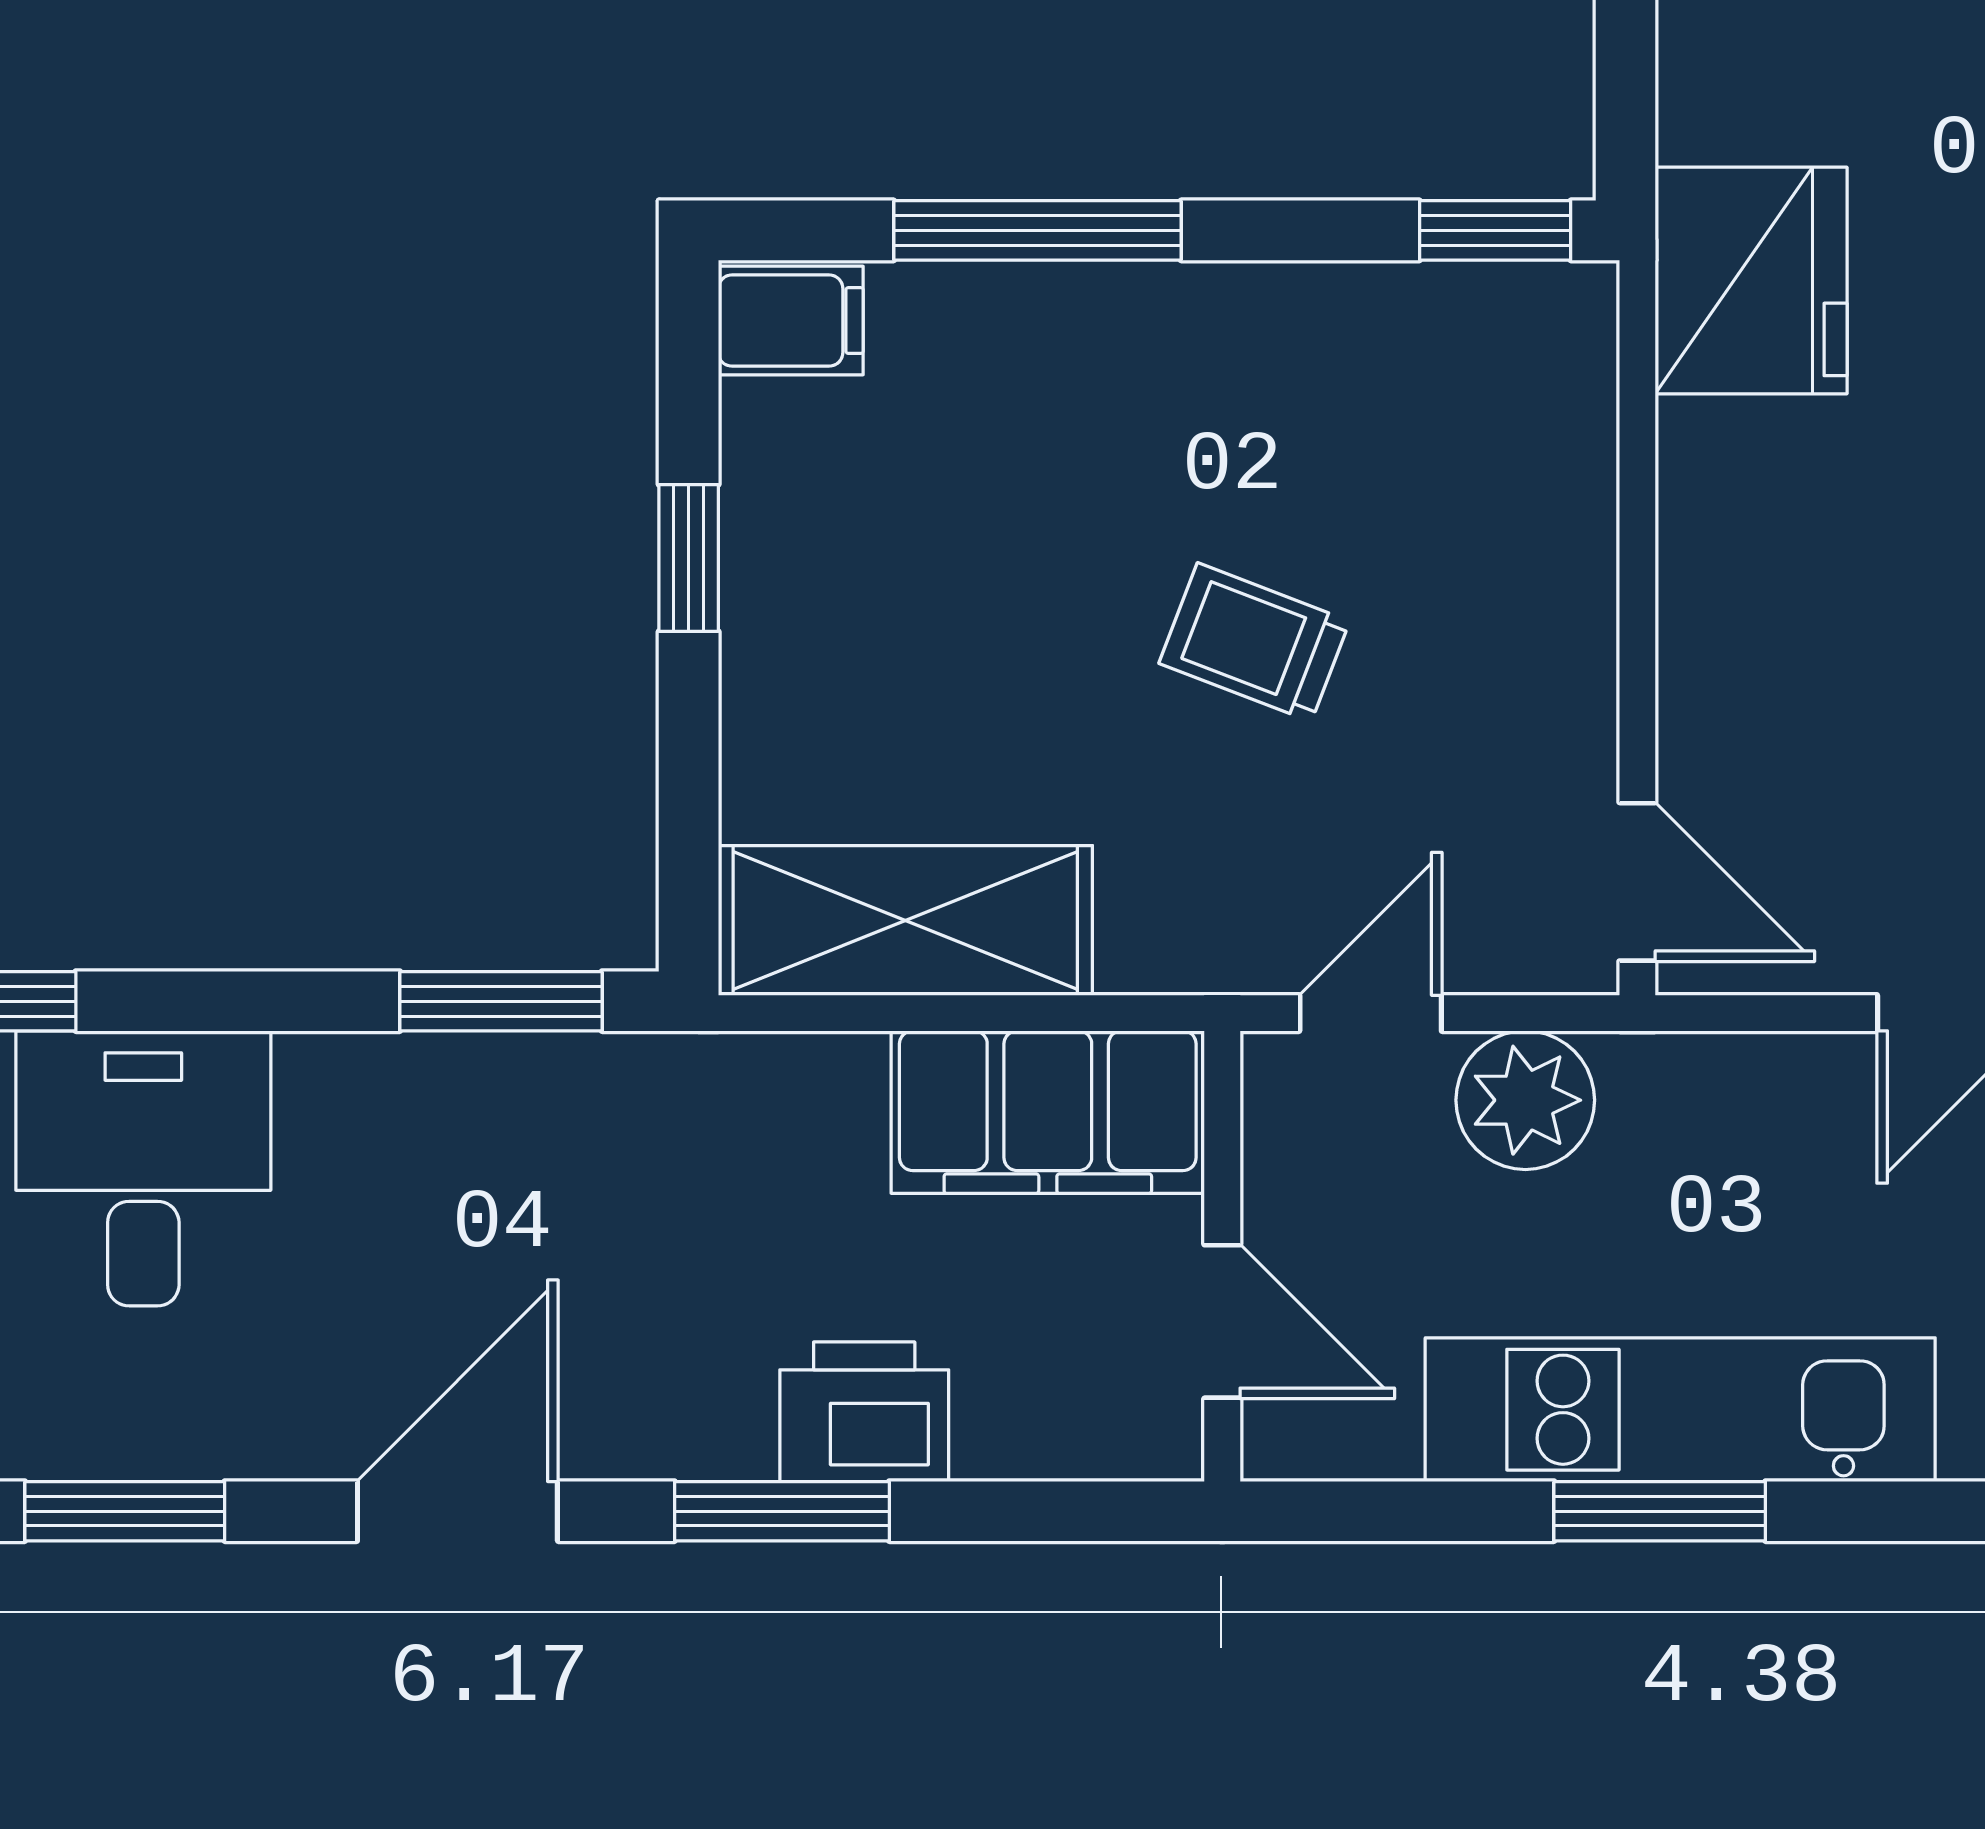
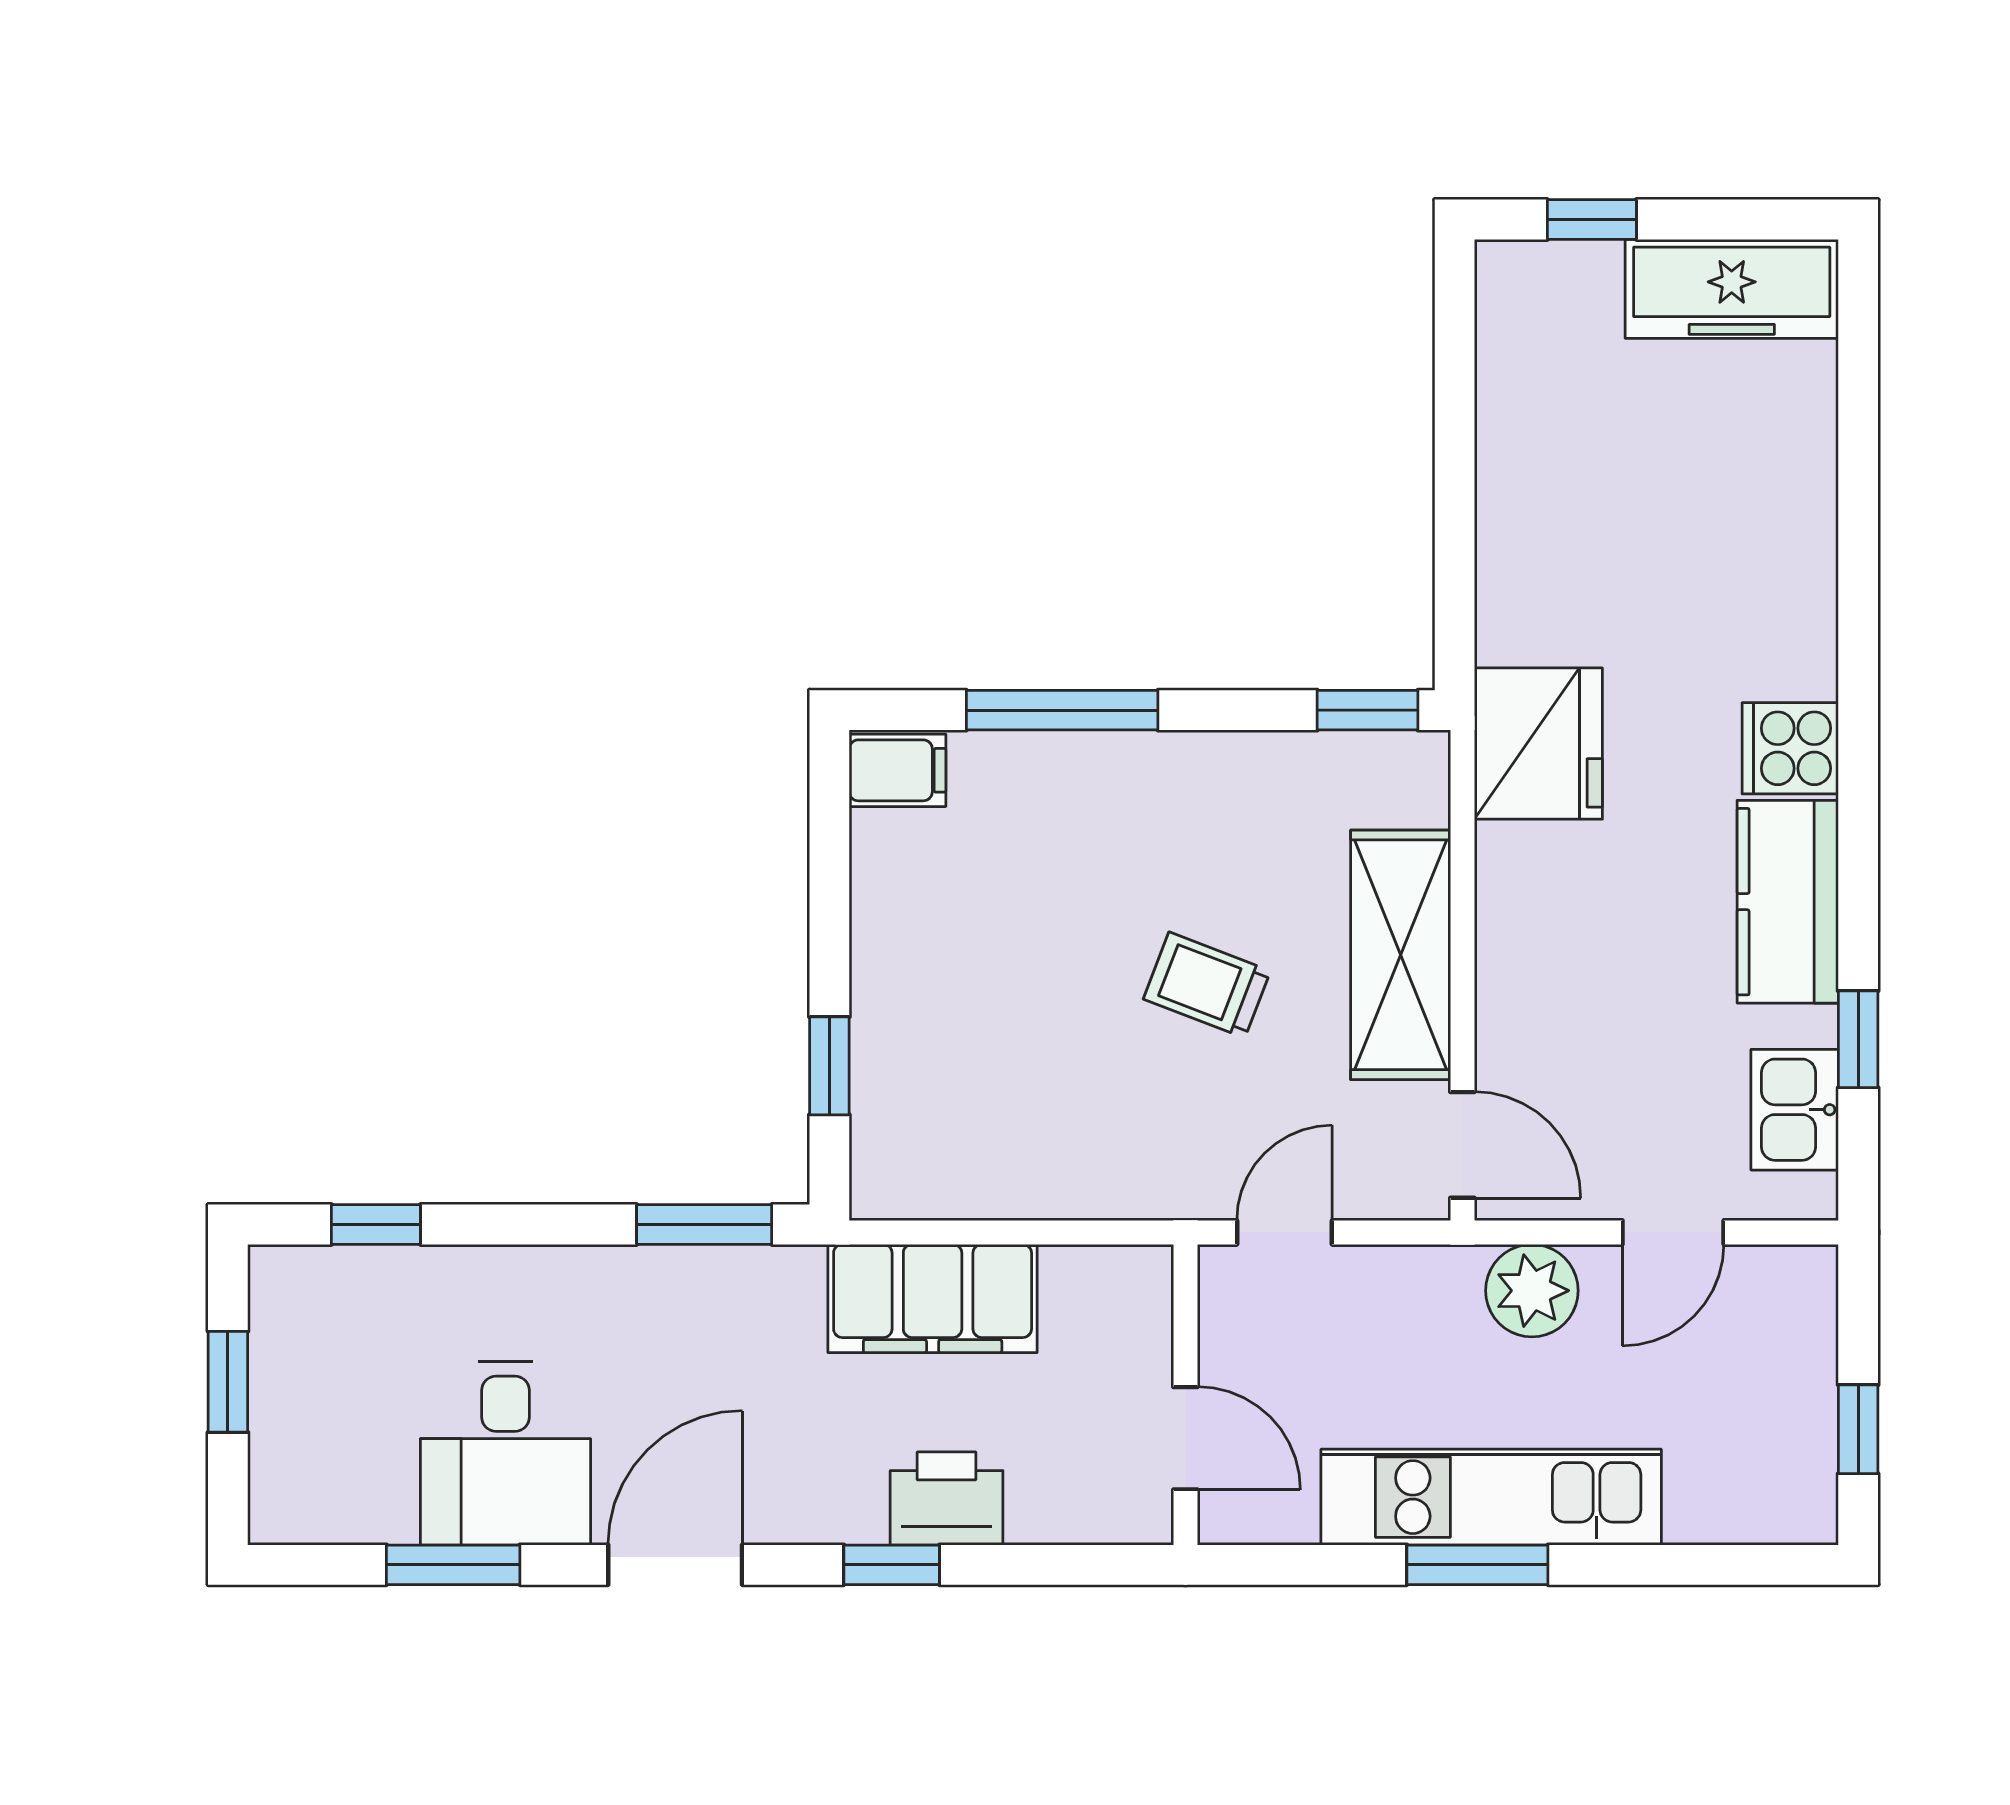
window: (689, 558) -> (829, 1066), moved
shelving: (905, 920) -> (1401, 955), moved, turned 90
plant: (1525, 1100) -> (1532, 1291), moved
filing cabinet: (1048, 1112) -> (933, 1299), moved
desk: (143, 1168) -> (505, 1453), moved, turned 180
window: (782, 1511) -> (892, 1565), width x0.67

